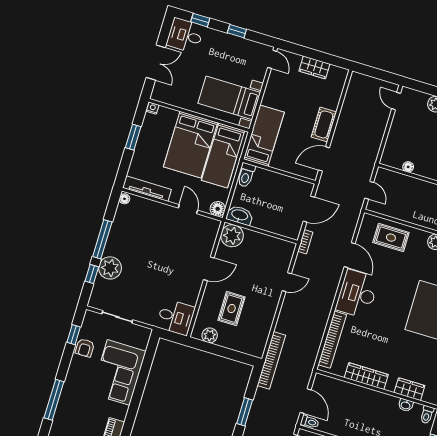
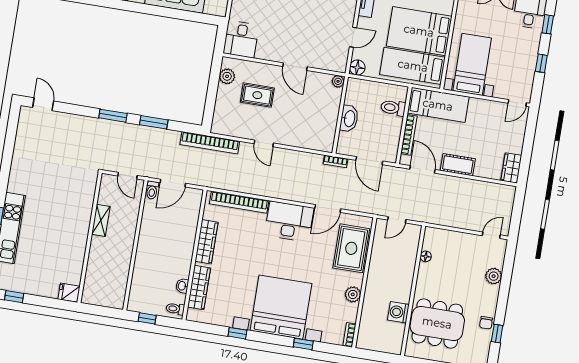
wardrobe: (314, 67) -> (511, 168), moved
bookcase: (289, 168) -> (409, 135), added
toilet: (246, 175) -> (393, 108), moved
washbasin: (240, 215) -> (349, 119), moved
plant: (232, 236) -> (338, 81), width x0.53, depth x0.53
rug: (391, 238) -> (351, 248), width x1.36, depth x1.43
door: (287, 282) -> (264, 143), moved
wardrobe: (409, 389) -> (199, 288), width x1.50

